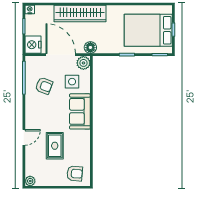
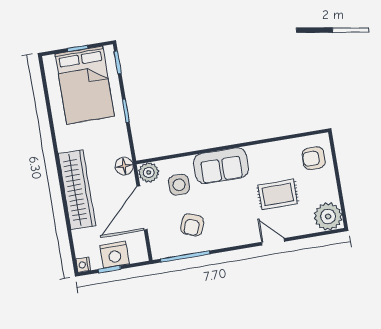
nightstand: (33, 45) -> (114, 255), moved
armchair: (44, 86) -> (192, 225), turned 180
armchair: (75, 173) -> (314, 158), turned -95
plant: (30, 181) -> (328, 216), width x1.87, depth x1.87

